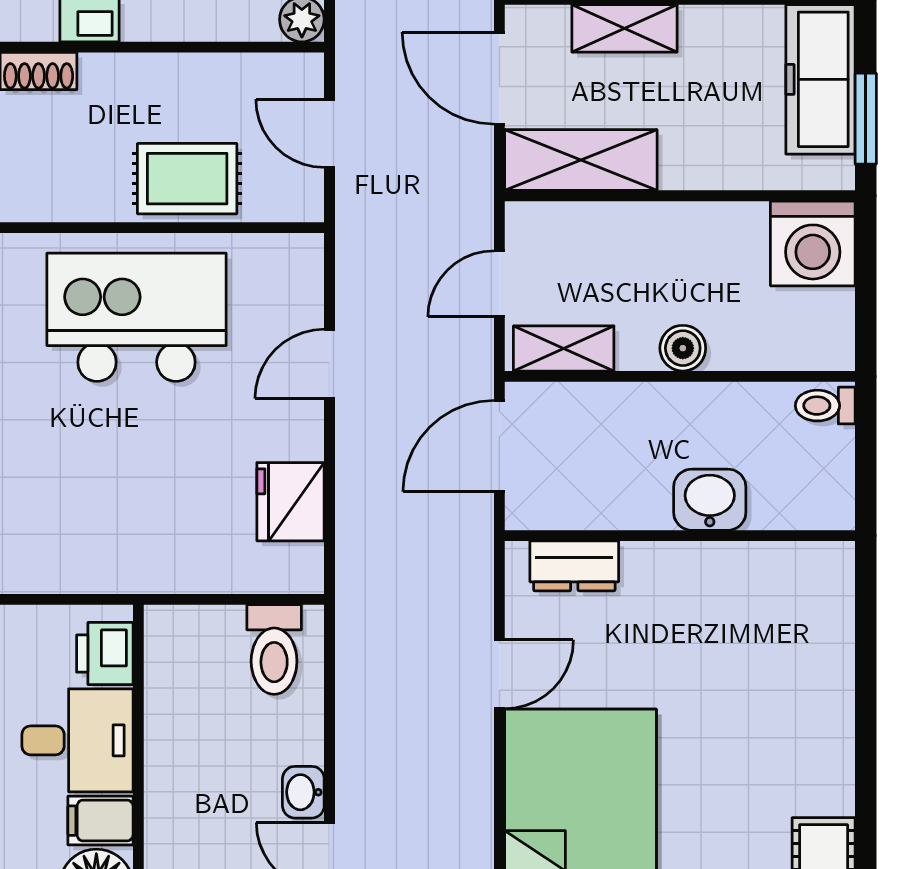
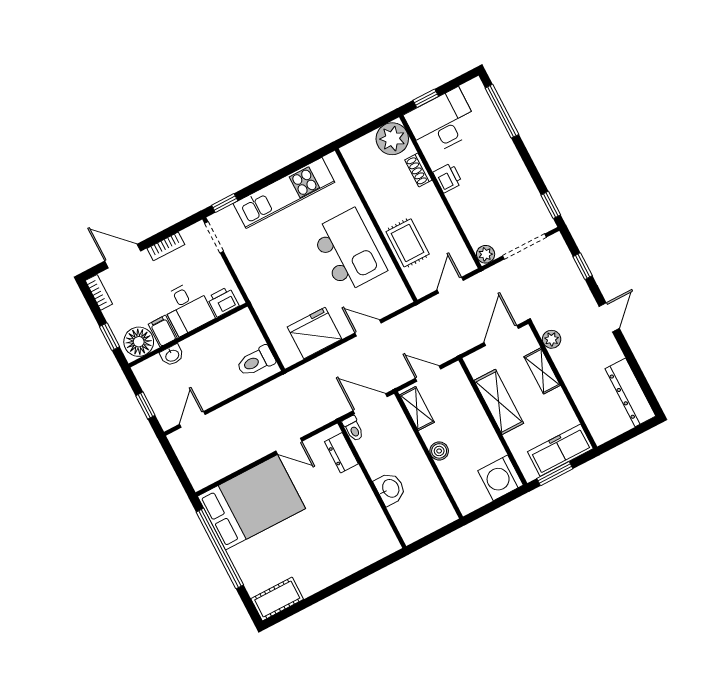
shelving: (581, 160) -> (499, 402), moved
toilet: (825, 406) -> (353, 429), moved, turned 180
fridge: (290, 502) -> (315, 333), width x1.36, depth x1.34
washbasin: (303, 792) -> (172, 355), moved, turned 180

